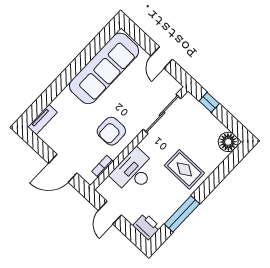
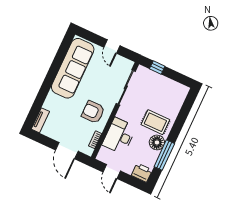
armchair: (111, 131) -> (93, 112), turned 90
floor lamp: (228, 142) -> (157, 142), moved
door: (63, 168) -> (67, 151), hinge flipped

